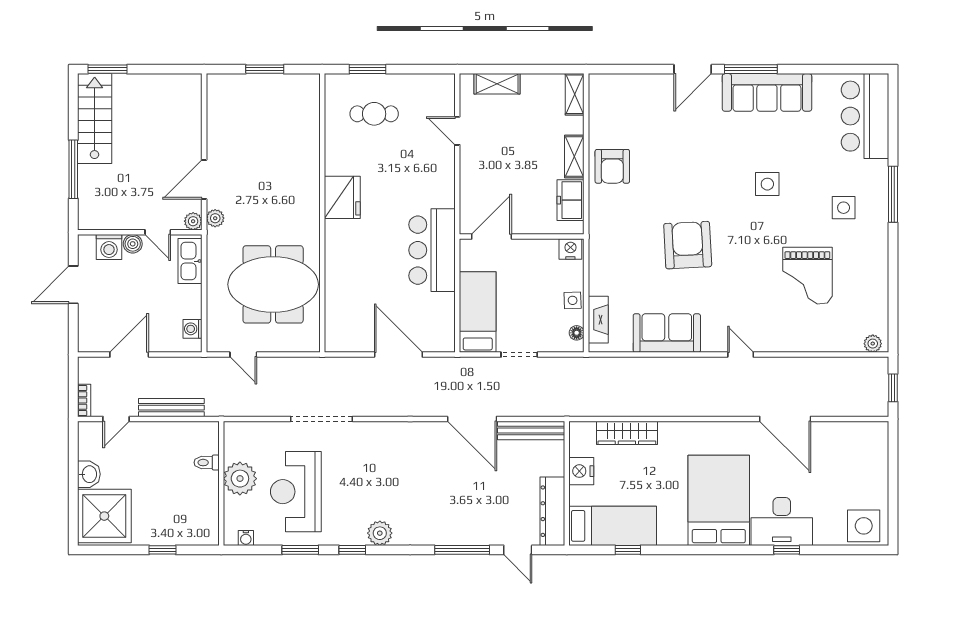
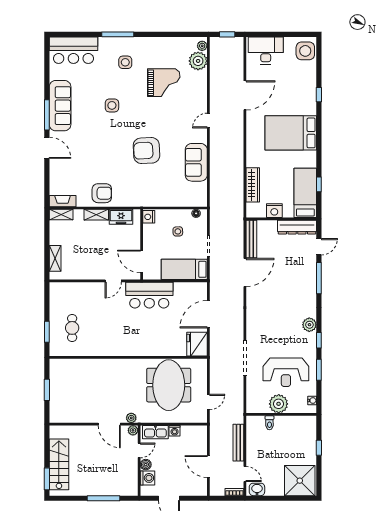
stairs: (95, 119) -> (59, 464), moved, turned 90
door: (457, 131) -> (113, 281), moved
fridge: (342, 197) -> (197, 344), moved, turned -90
side table: (573, 300) -> (178, 231), moved
fireplace: (598, 320) -> (63, 201), moved
washing machine: (193, 329) -> (175, 431), moved
plant: (846, 336) -> (198, 61), added
washbasin: (89, 474) -> (257, 489), moved
desk: (782, 521) -> (266, 50), moved, turned -90

